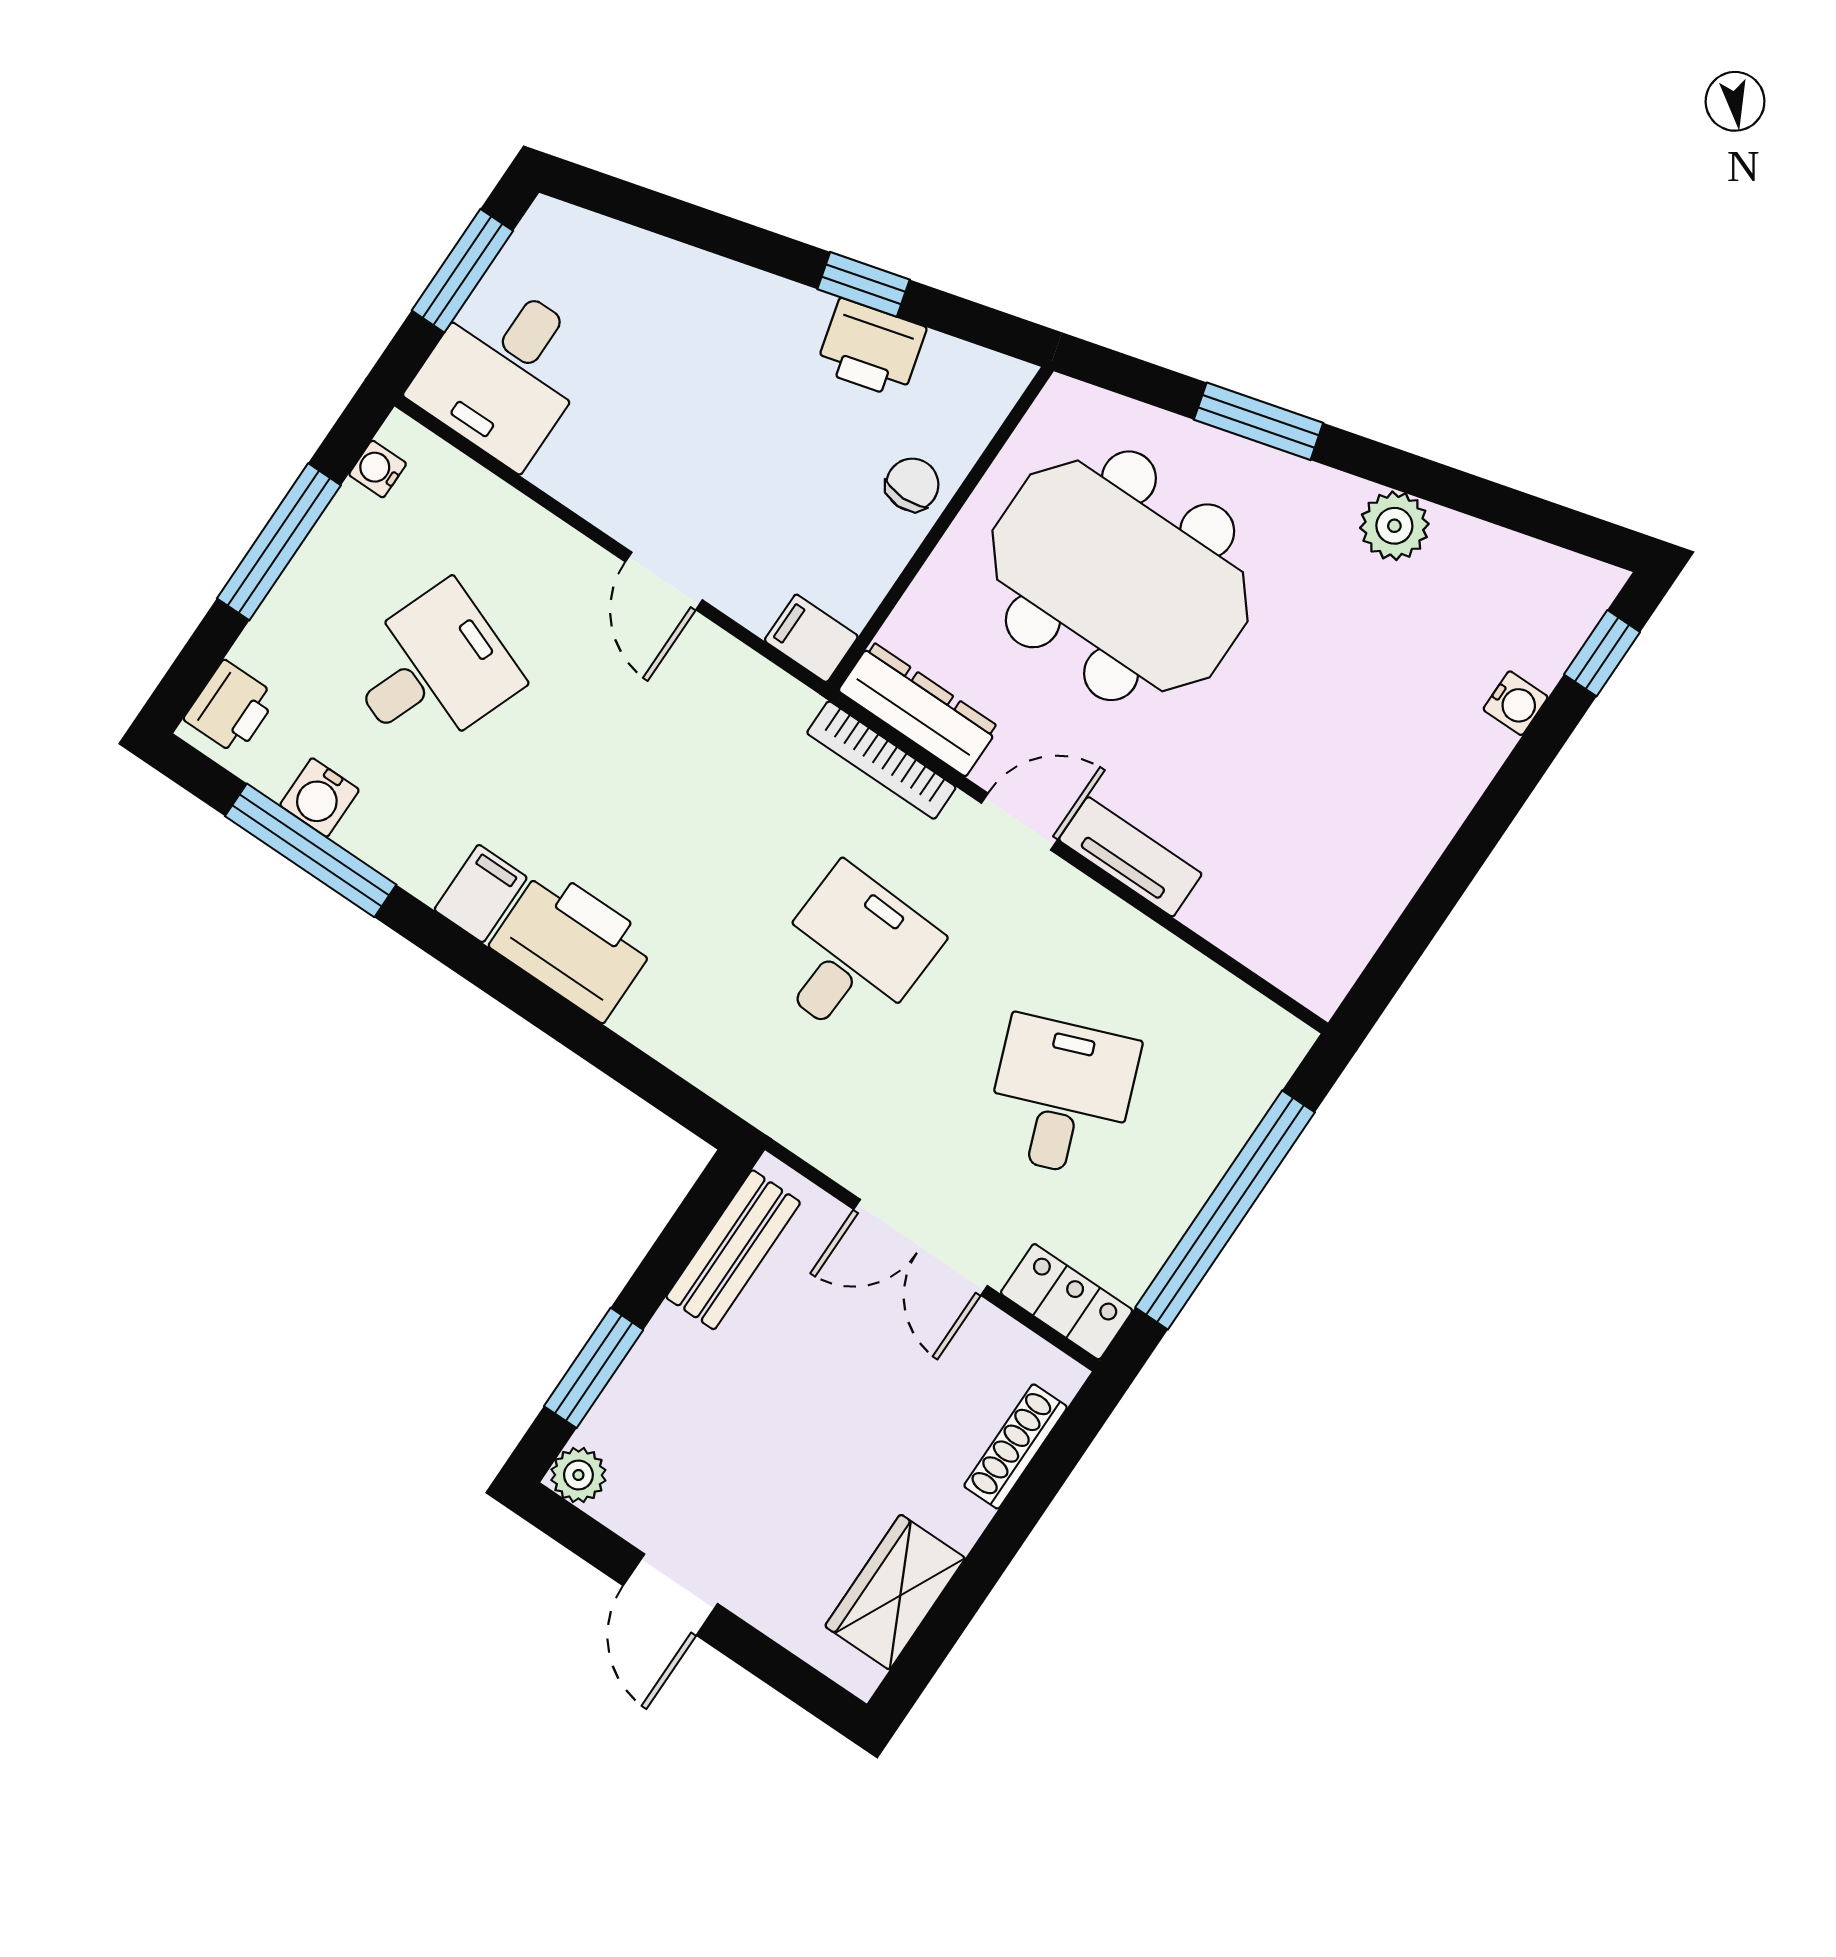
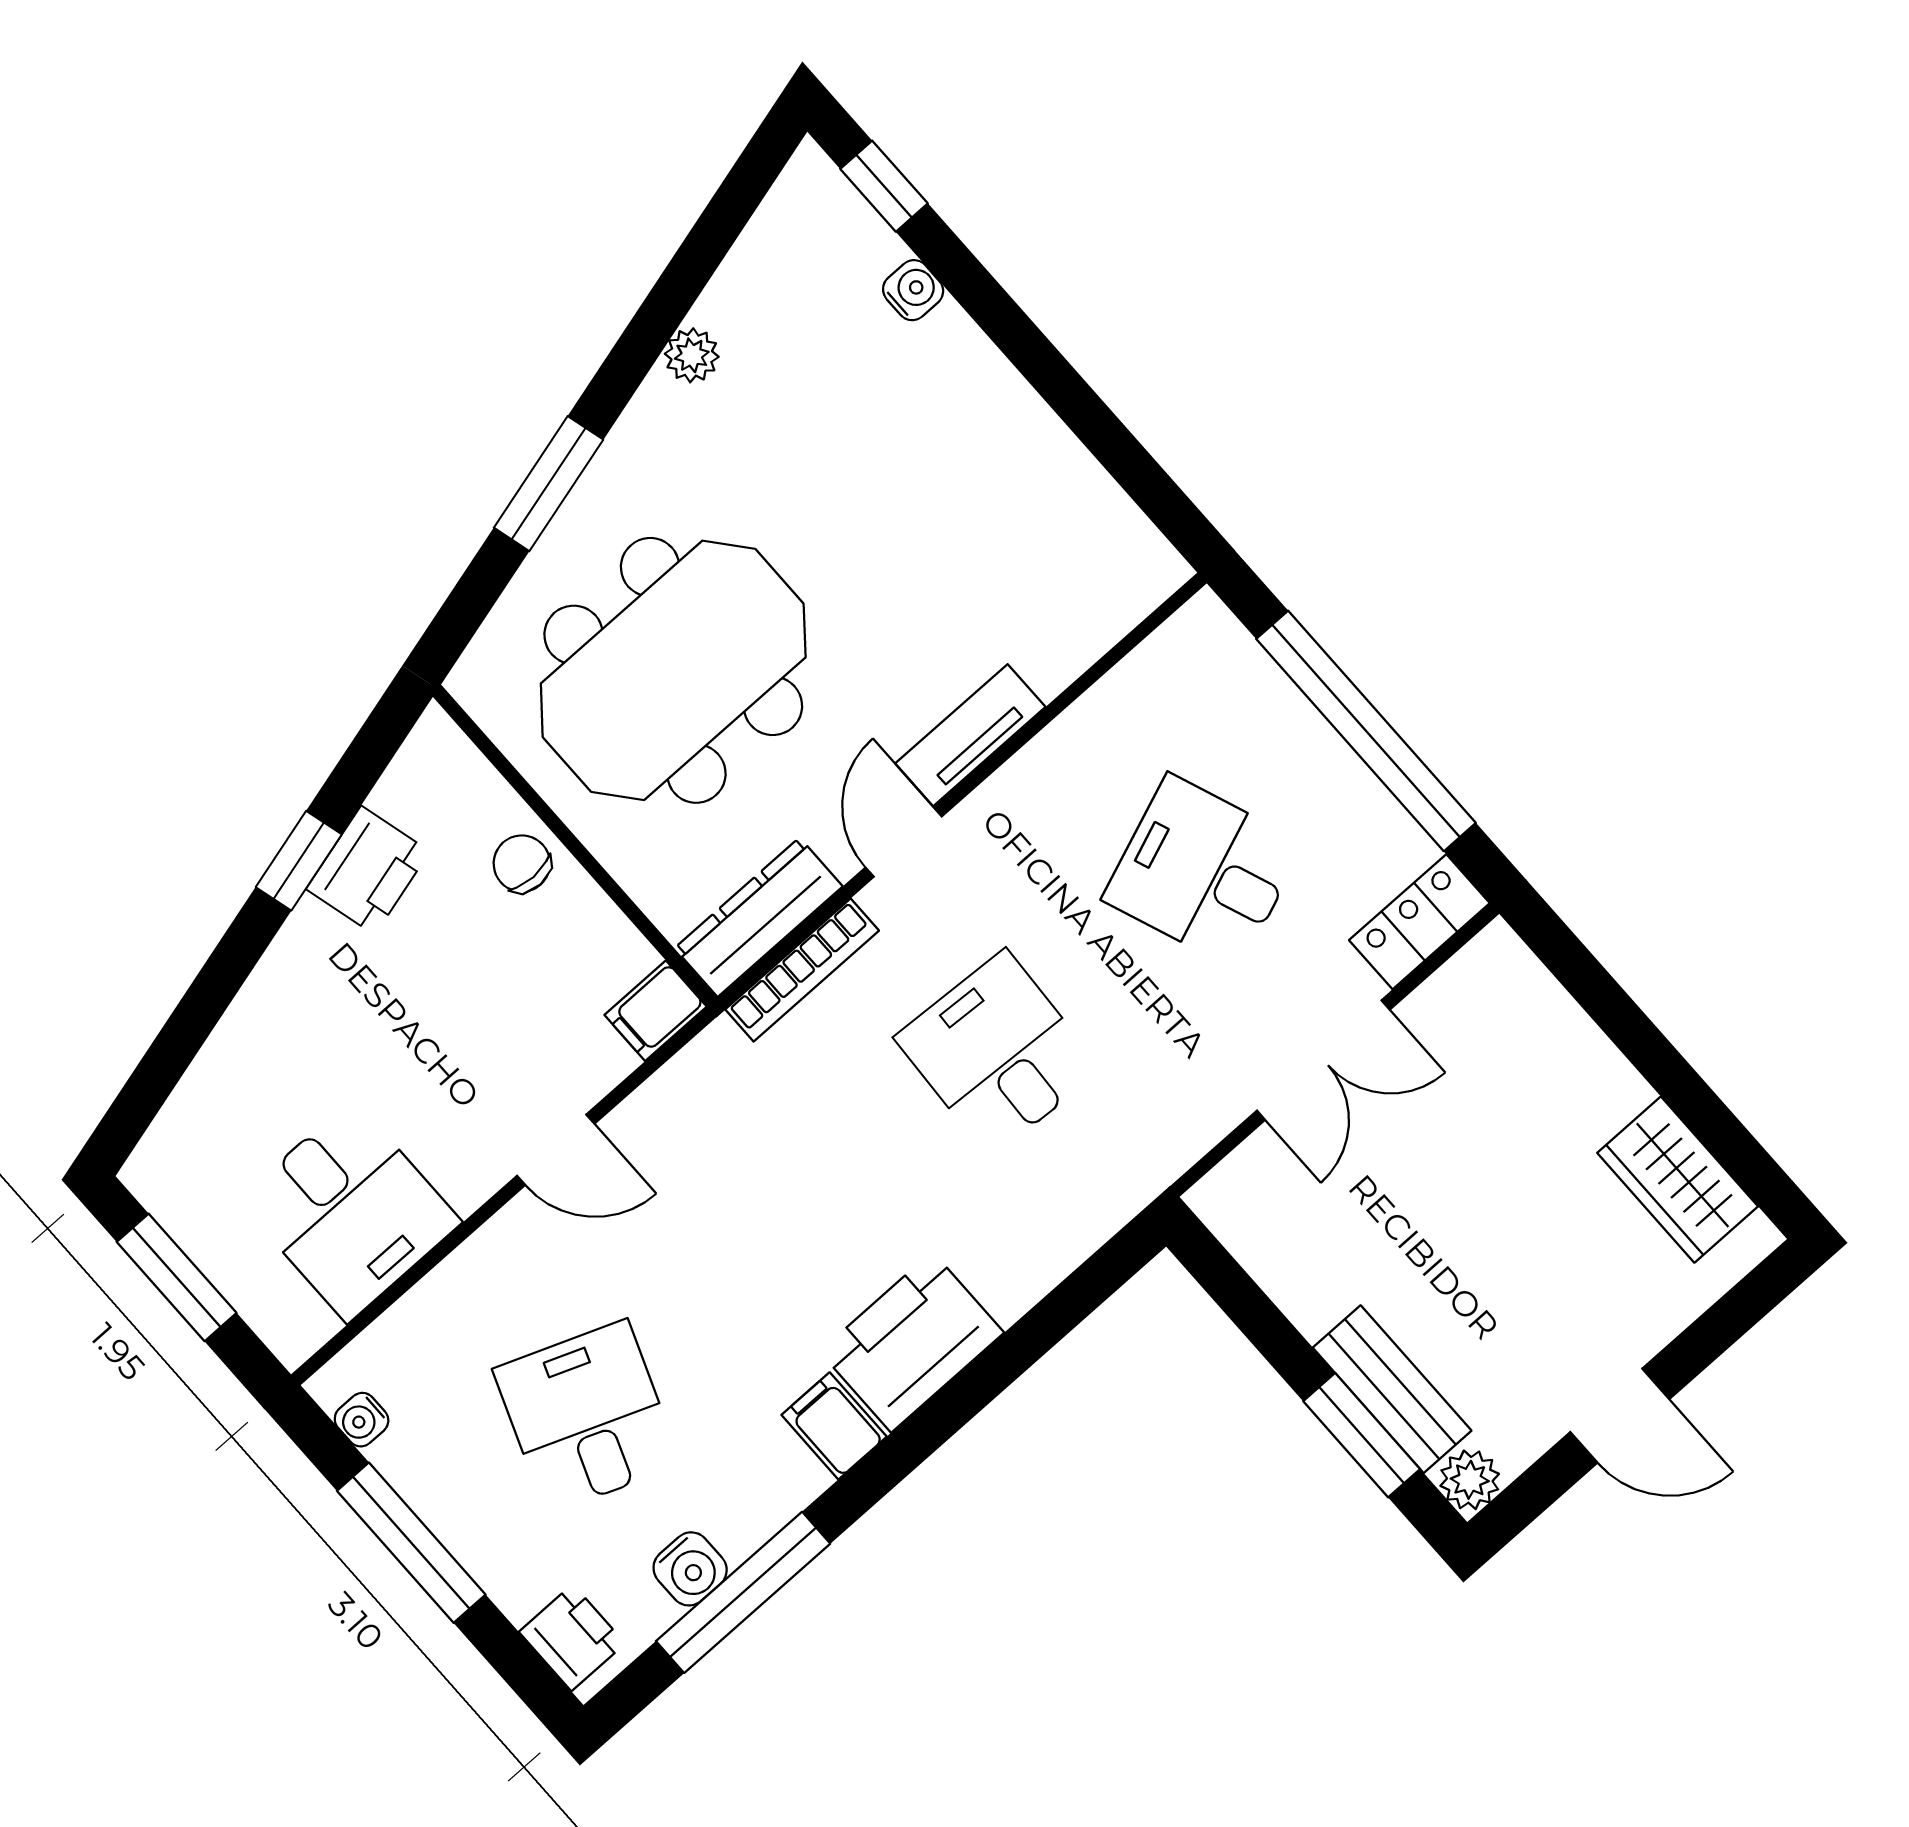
desk: (504, 372) -> (350, 1211), moved
plant: (1394, 526) -> (692, 355), width x0.73, depth x0.73
bench: (733, 1250) -> (1392, 1389), moved
shoe rack: (1016, 1446) -> (1557, 1014), removed

